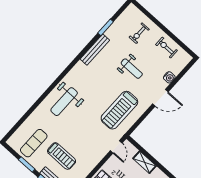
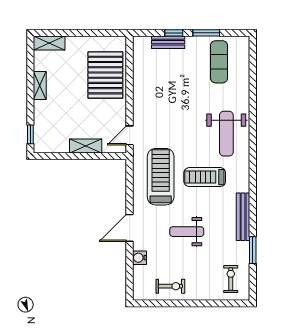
exercise bike: (139, 33) -> (231, 279), moved
weight bench: (64, 102) -> (226, 134), turned 180
door: (116, 147) -> (129, 135), hinge flipped
treadmill: (62, 156) -> (205, 177), moved

